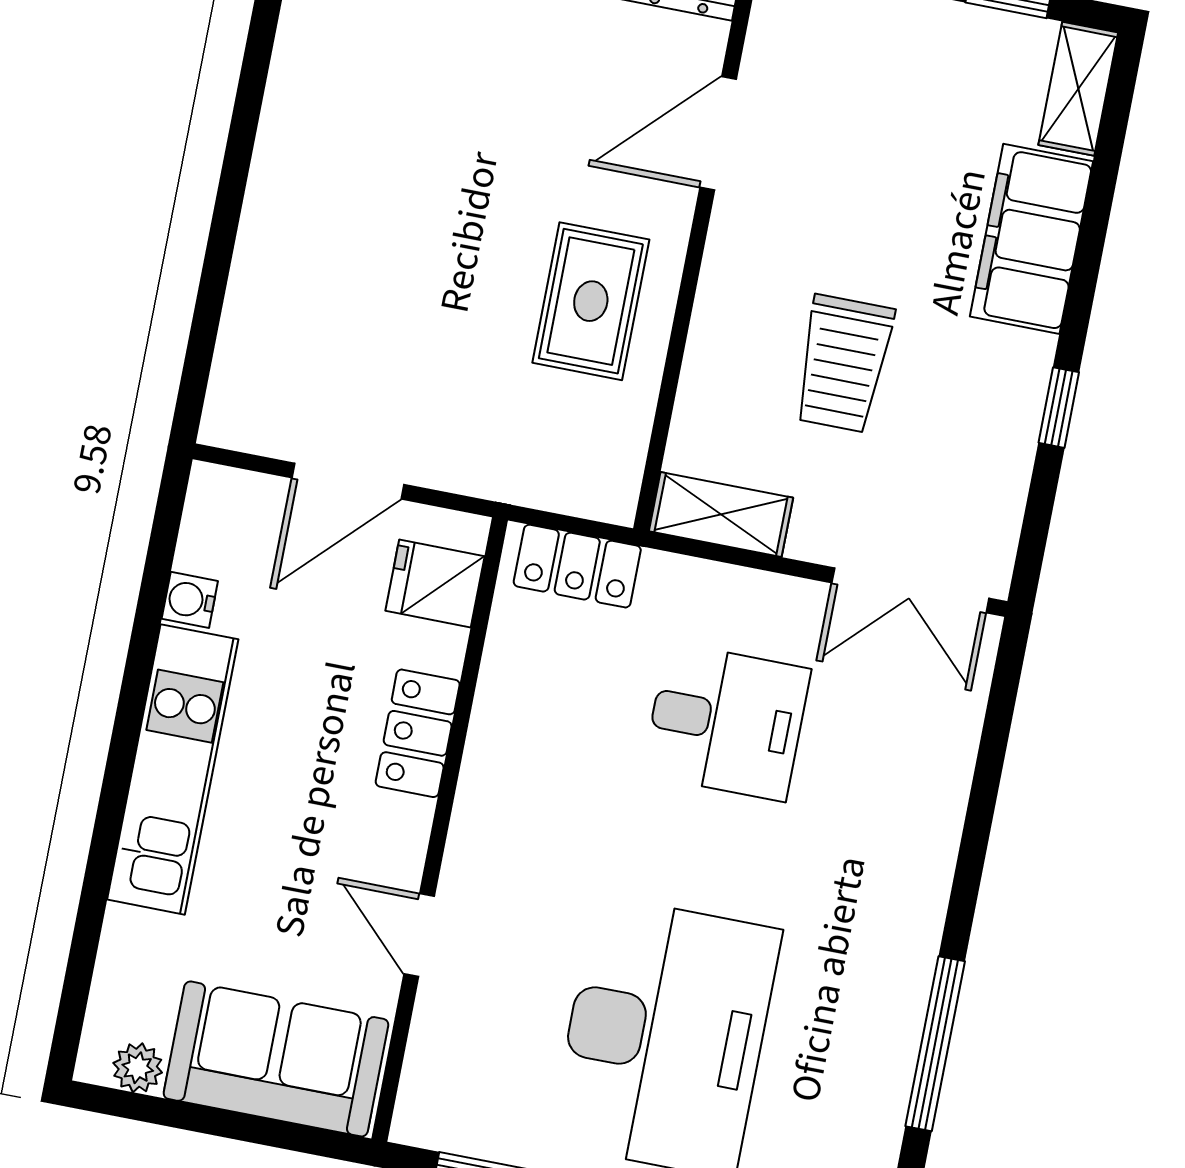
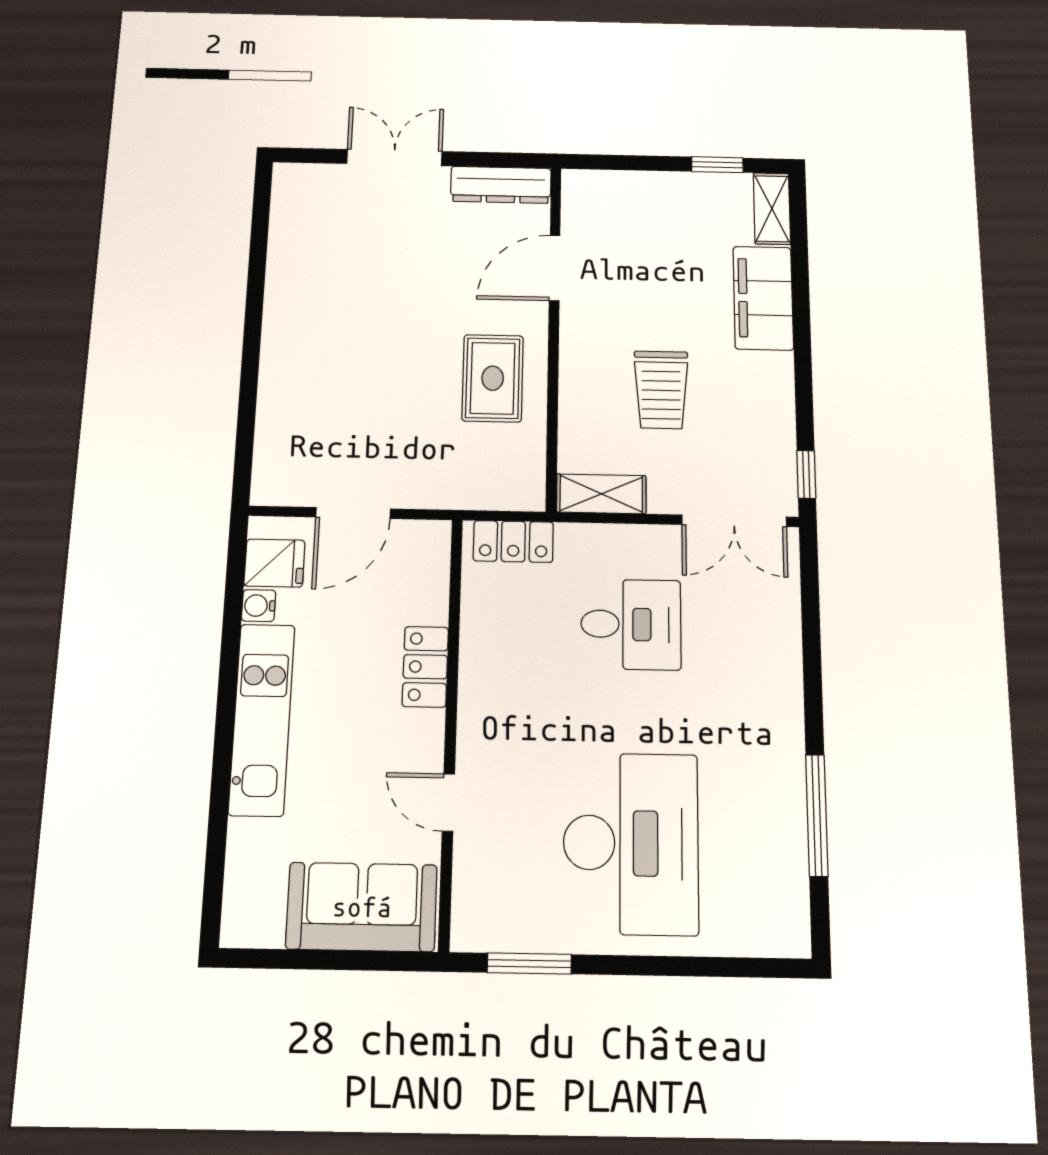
window: (1059, 408) -> (806, 474), moved
fridge: (435, 583) -> (274, 563), moved, turned 180
plant: (138, 1068) -> (265, 931), removed

